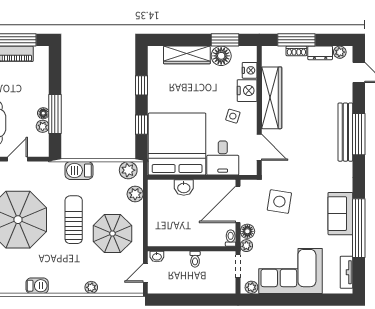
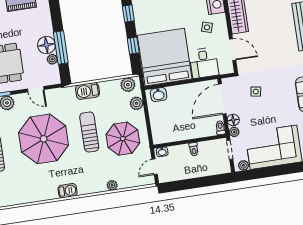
floor lamp: (43, 113) -> (46, 45), width x1.89, depth x1.89
door: (18, 159) -> (36, 89), swing flipped
washbasin: (184, 188) -> (159, 95), moved
side table: (279, 202) -> (256, 92), width x0.54, depth x0.54

